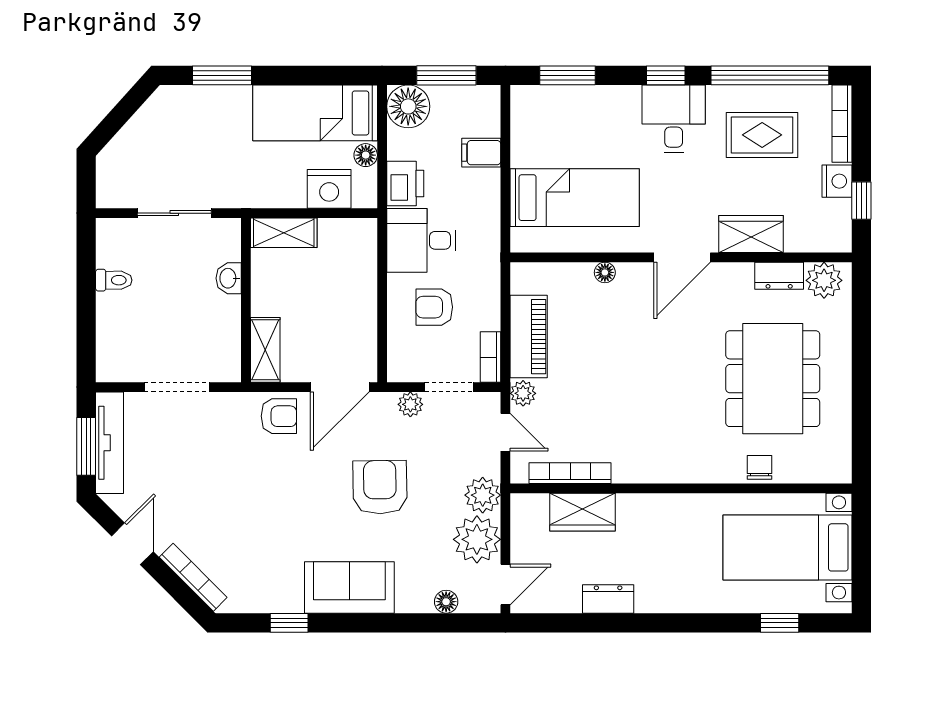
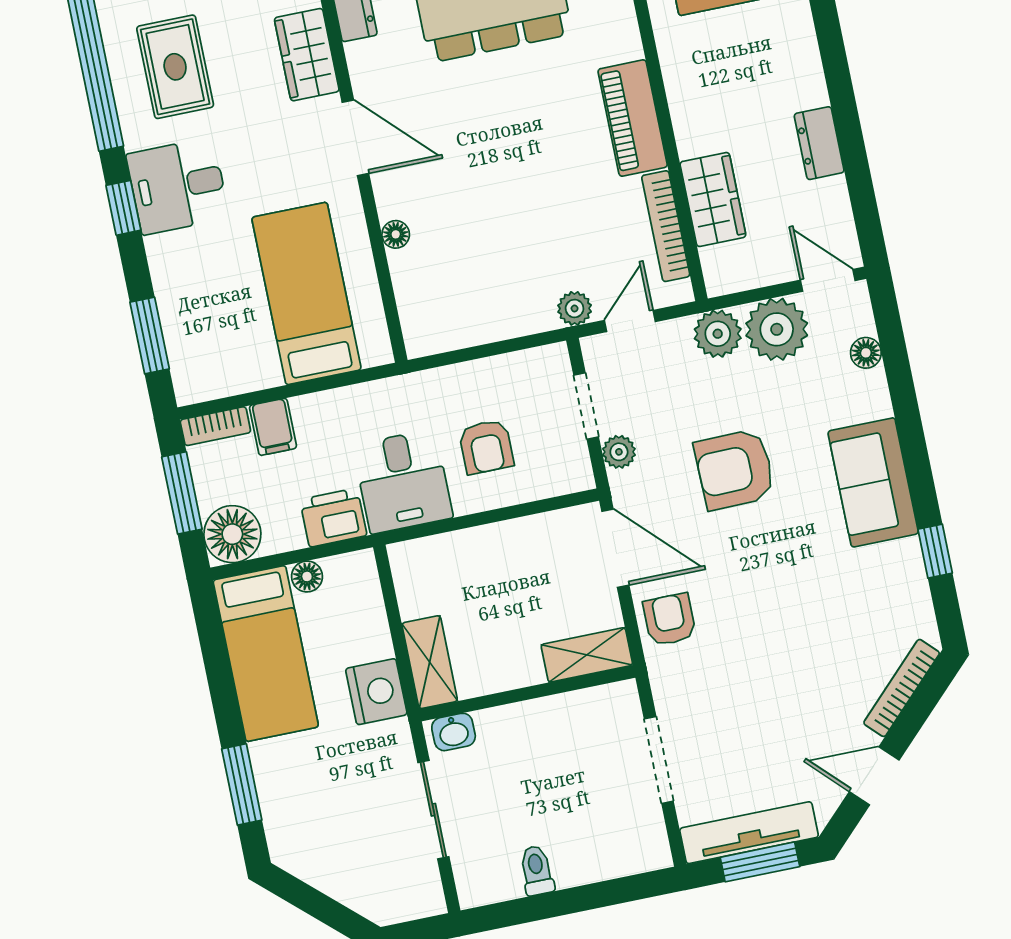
nightstand: (329, 189) -> (376, 692), moved
washbasin: (229, 278) -> (454, 732), moved
piano: (529, 337) -> (633, 118), moved, turned -90
bookcase: (491, 357) -> (215, 426), moved

